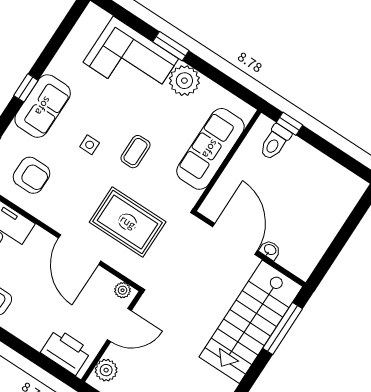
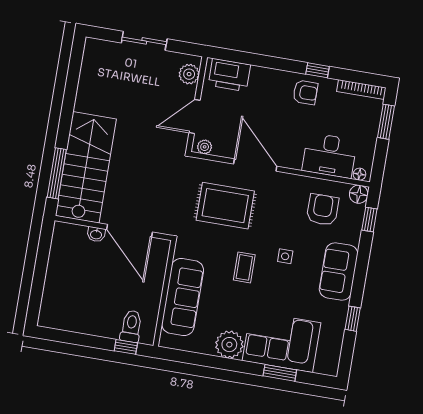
window: (171, 46) -> (280, 373), moved
window: (26, 88) -> (353, 319), moved
armchair: (32, 175) -> (323, 210), turned 90

